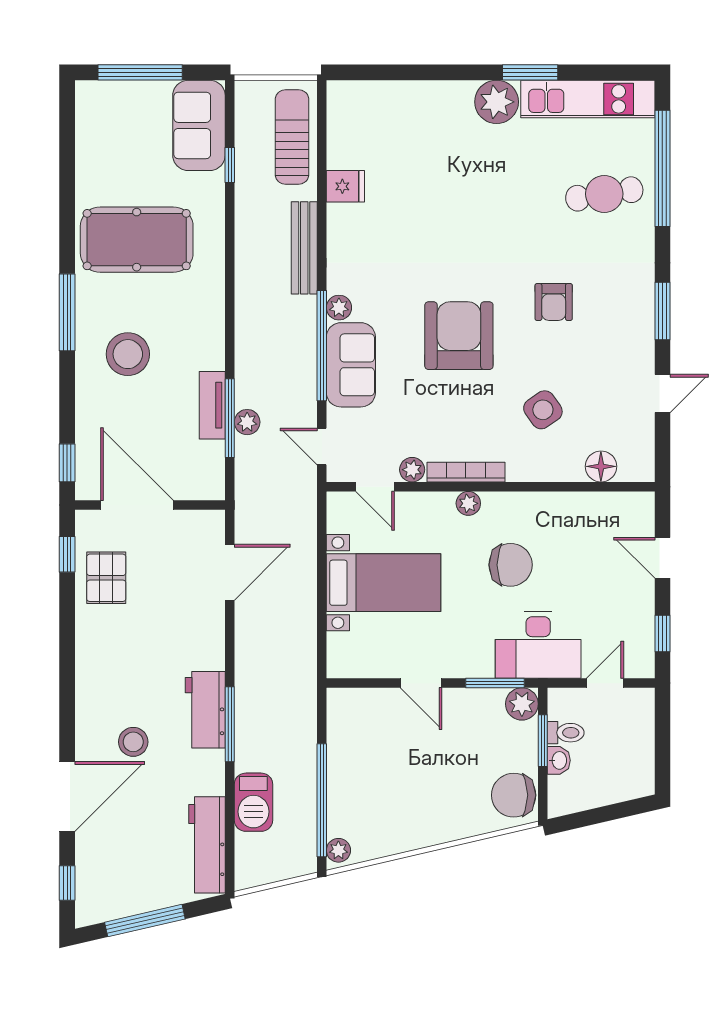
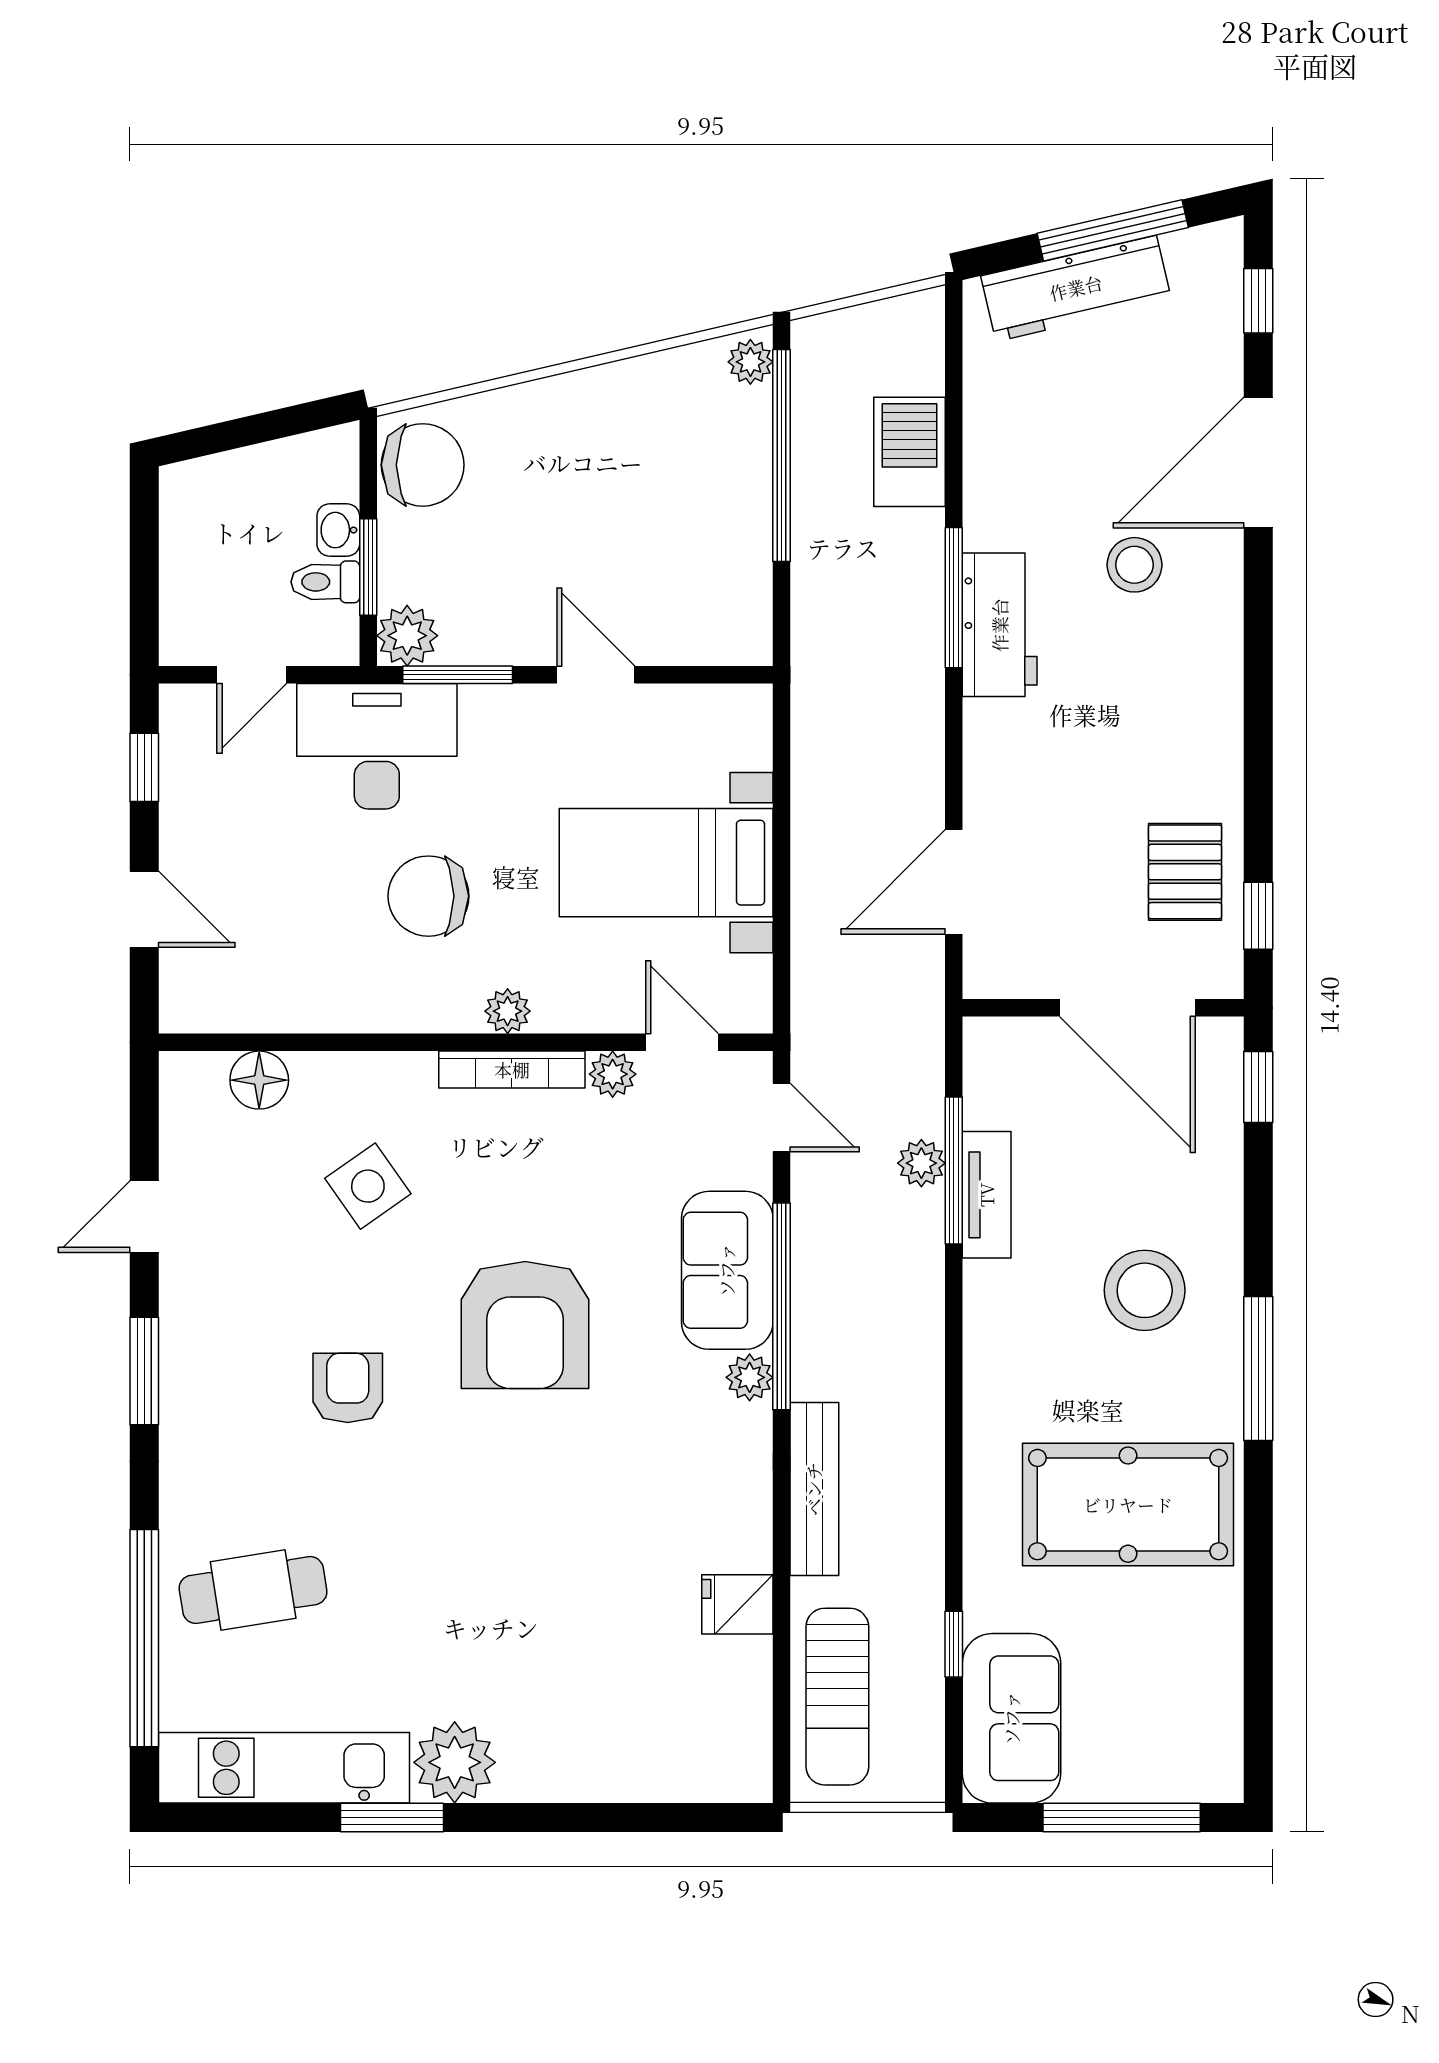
workbench: (207, 845) -> (1076, 288), moved, turned 77

